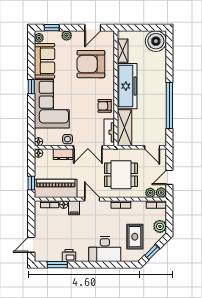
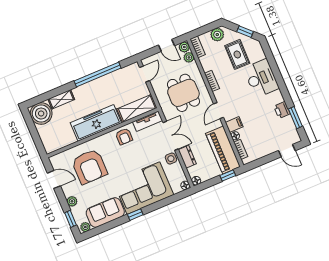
shelving: (123, 51) -> (61, 99), moved
rug: (135, 237) -> (237, 54), turned 90

